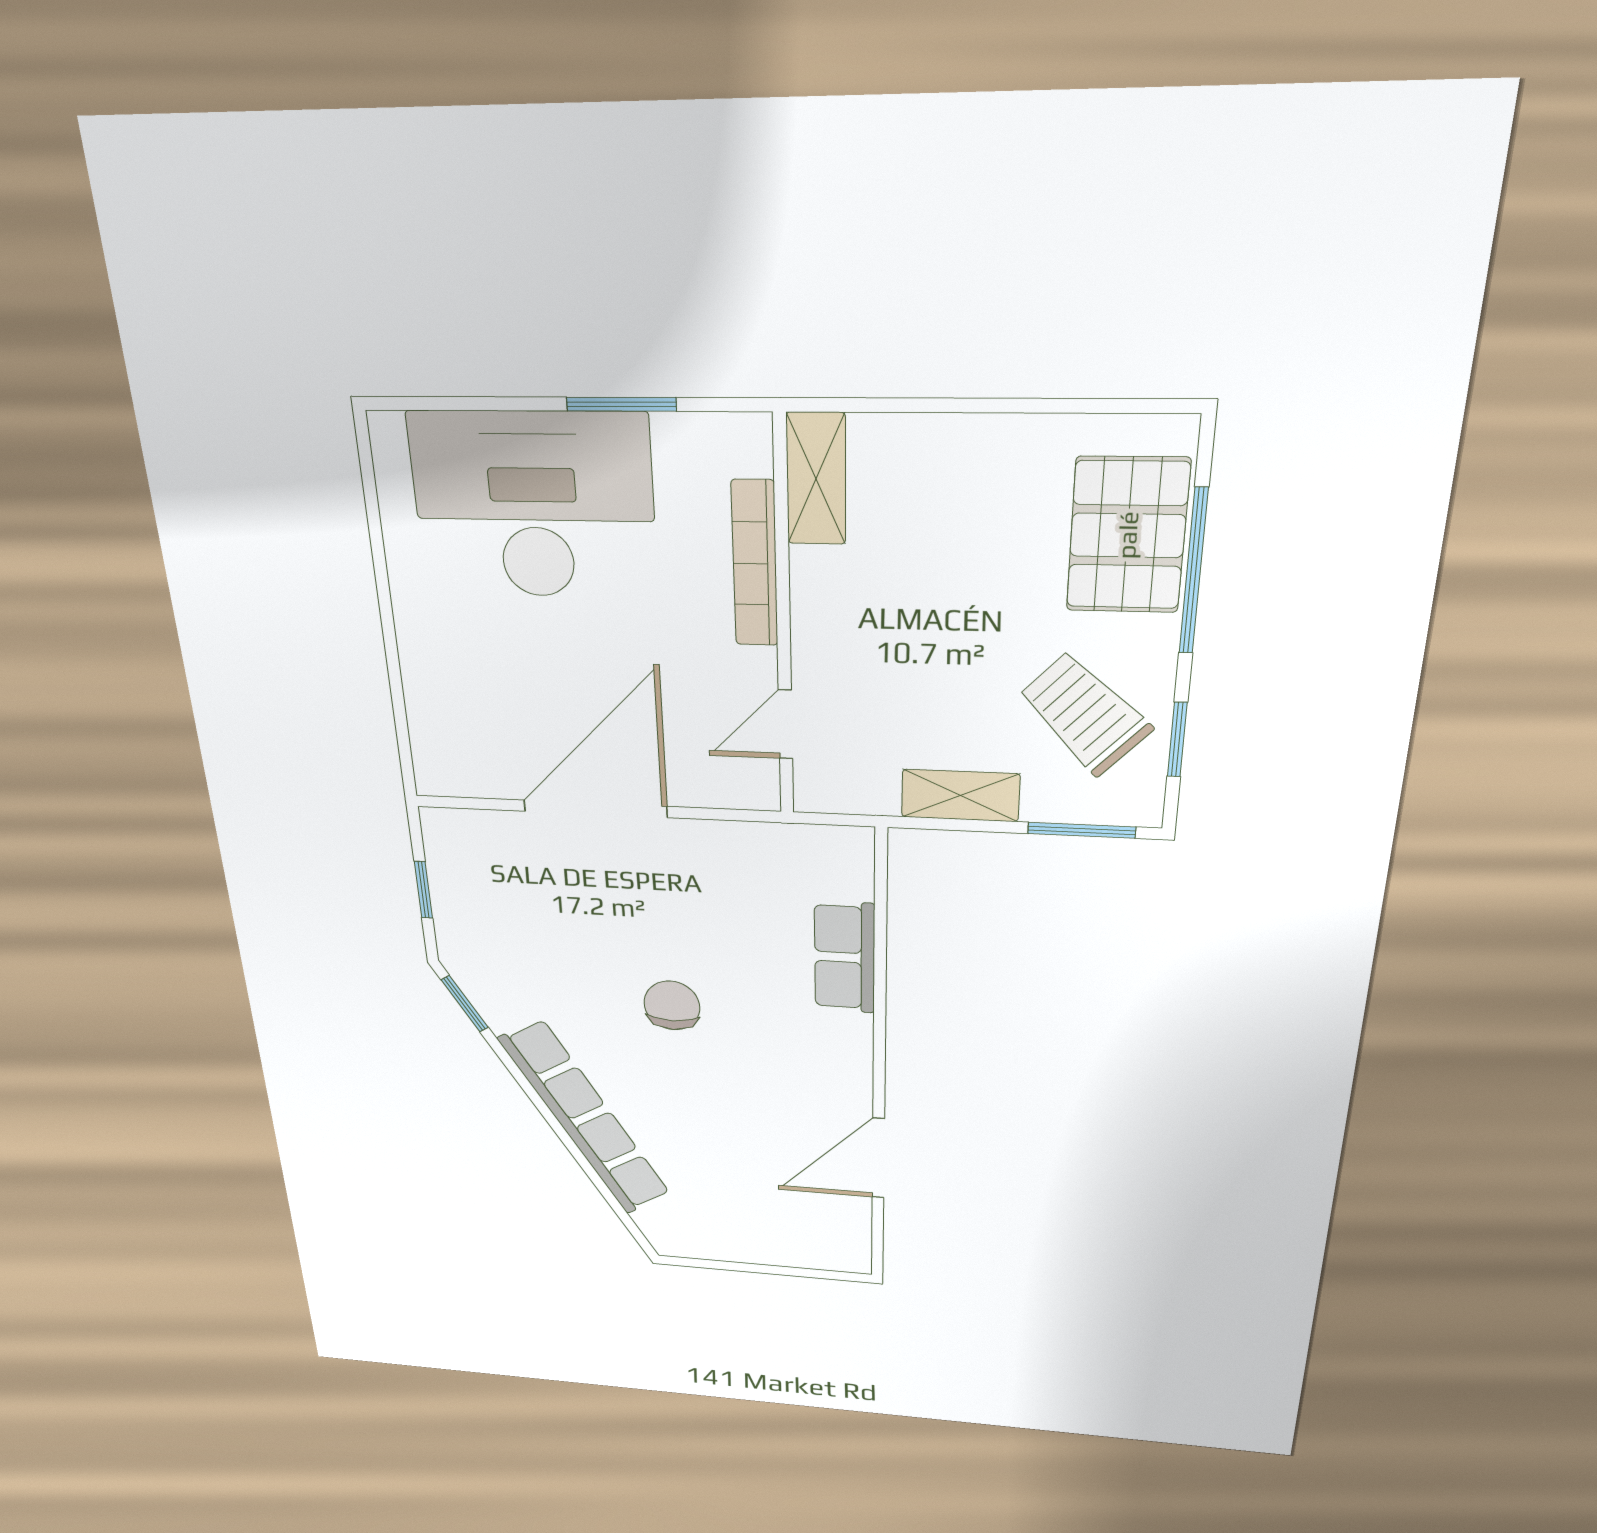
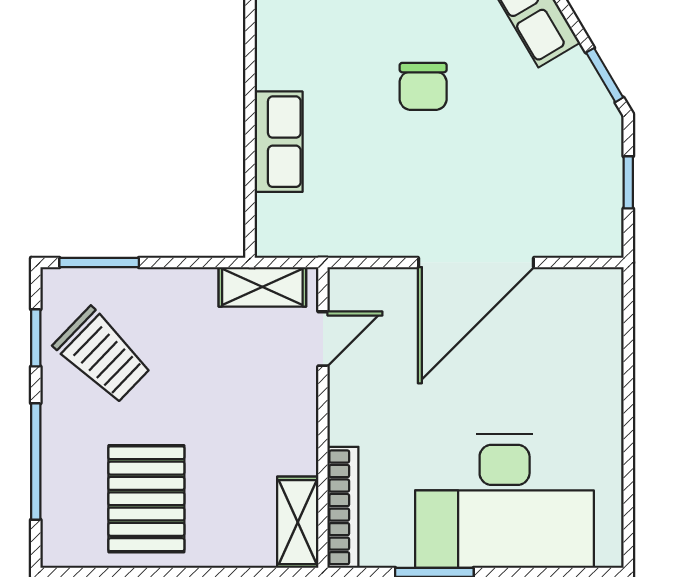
pallet: (1127, 535) -> (146, 499), moved
bookcase: (755, 564) -> (343, 507), moved
shelving: (960, 795) -> (262, 287), moved

